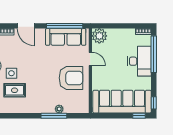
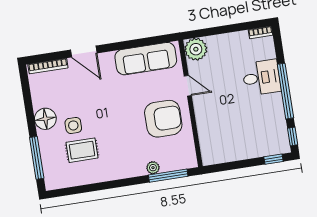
window: (65, 26) -> (142, 42), removed
window: (154, 54) -> (285, 91), moved
desk: (139, 61) -> (261, 78), width x0.73
sofa: (122, 102) -> (245, 142), removed
window: (54, 116) -> (168, 176), moved

